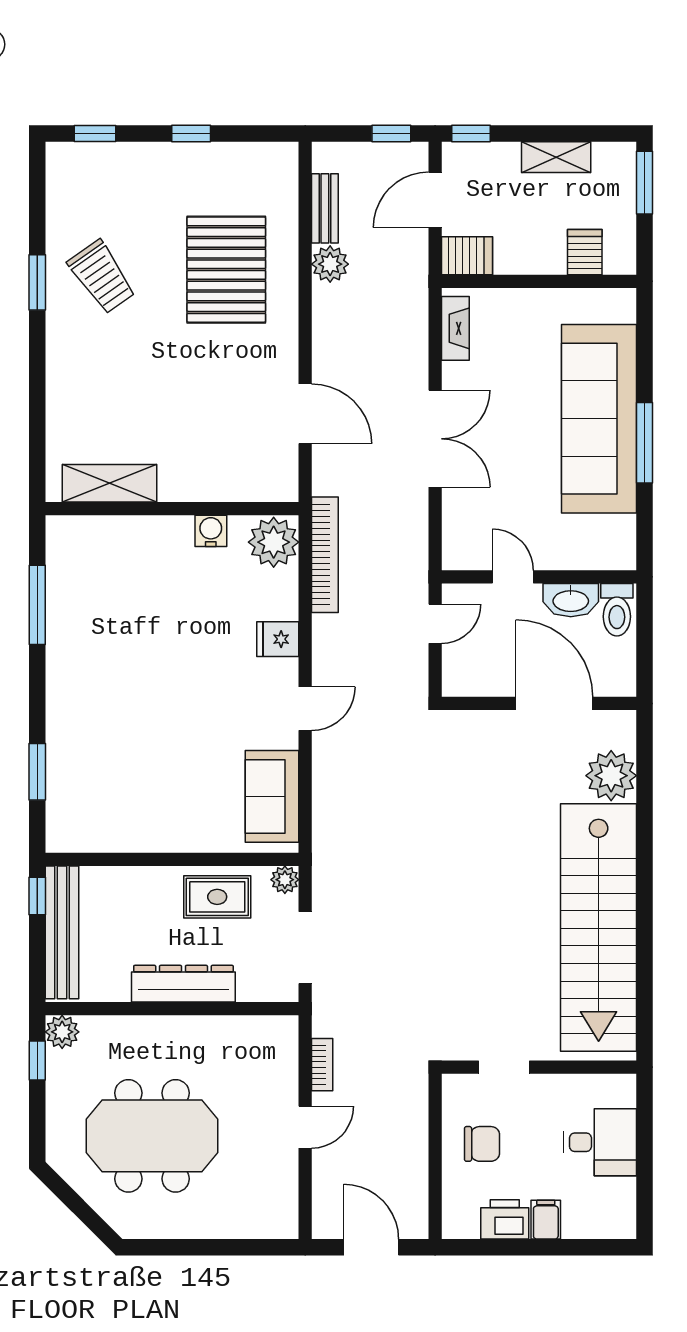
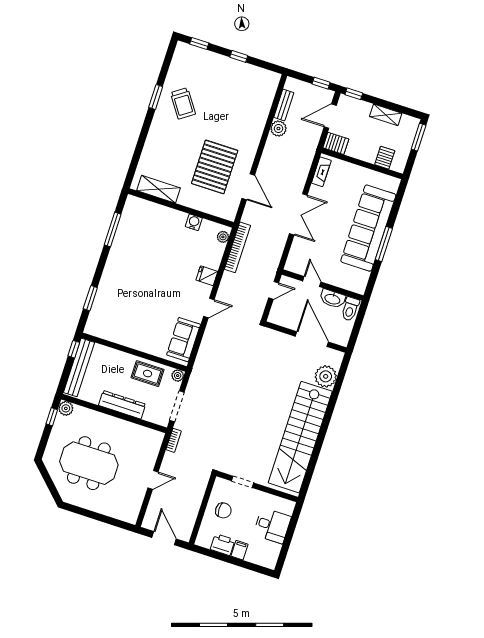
pallet: (226, 270) -> (215, 167), moved
plant: (274, 542) -> (223, 237), width x0.53, depth x0.53
bookcase: (322, 1065) -> (174, 440), moved

